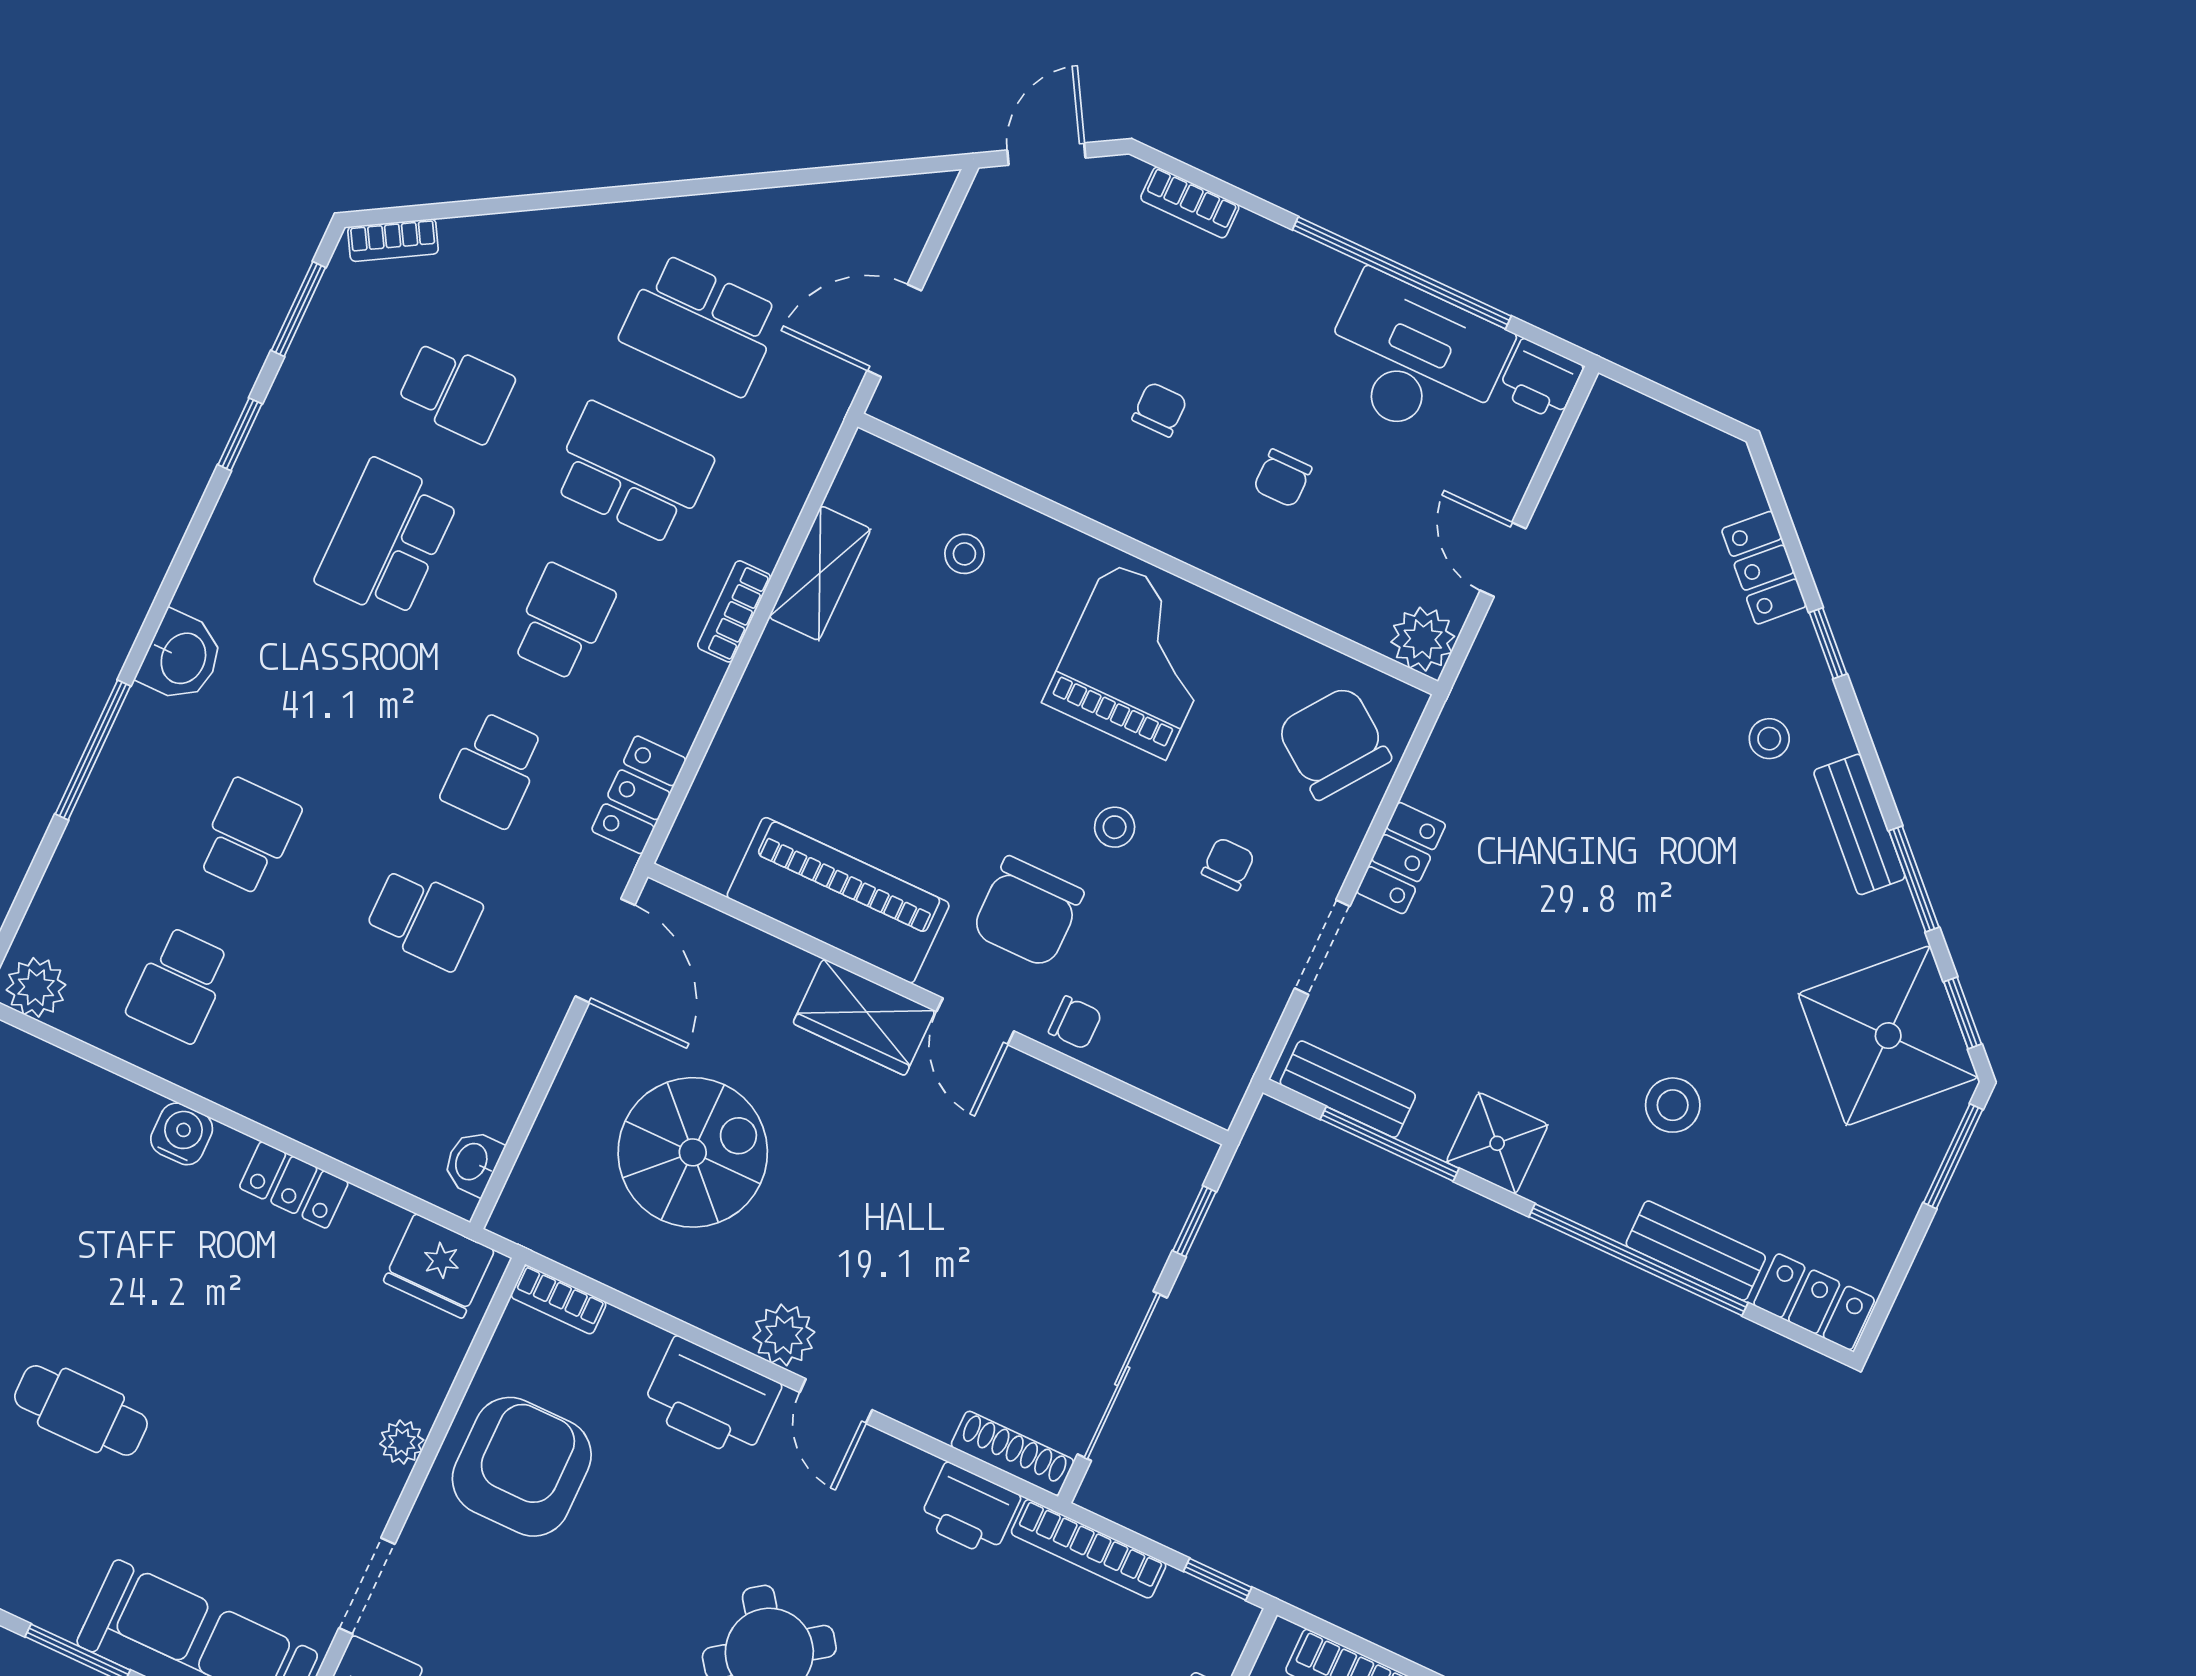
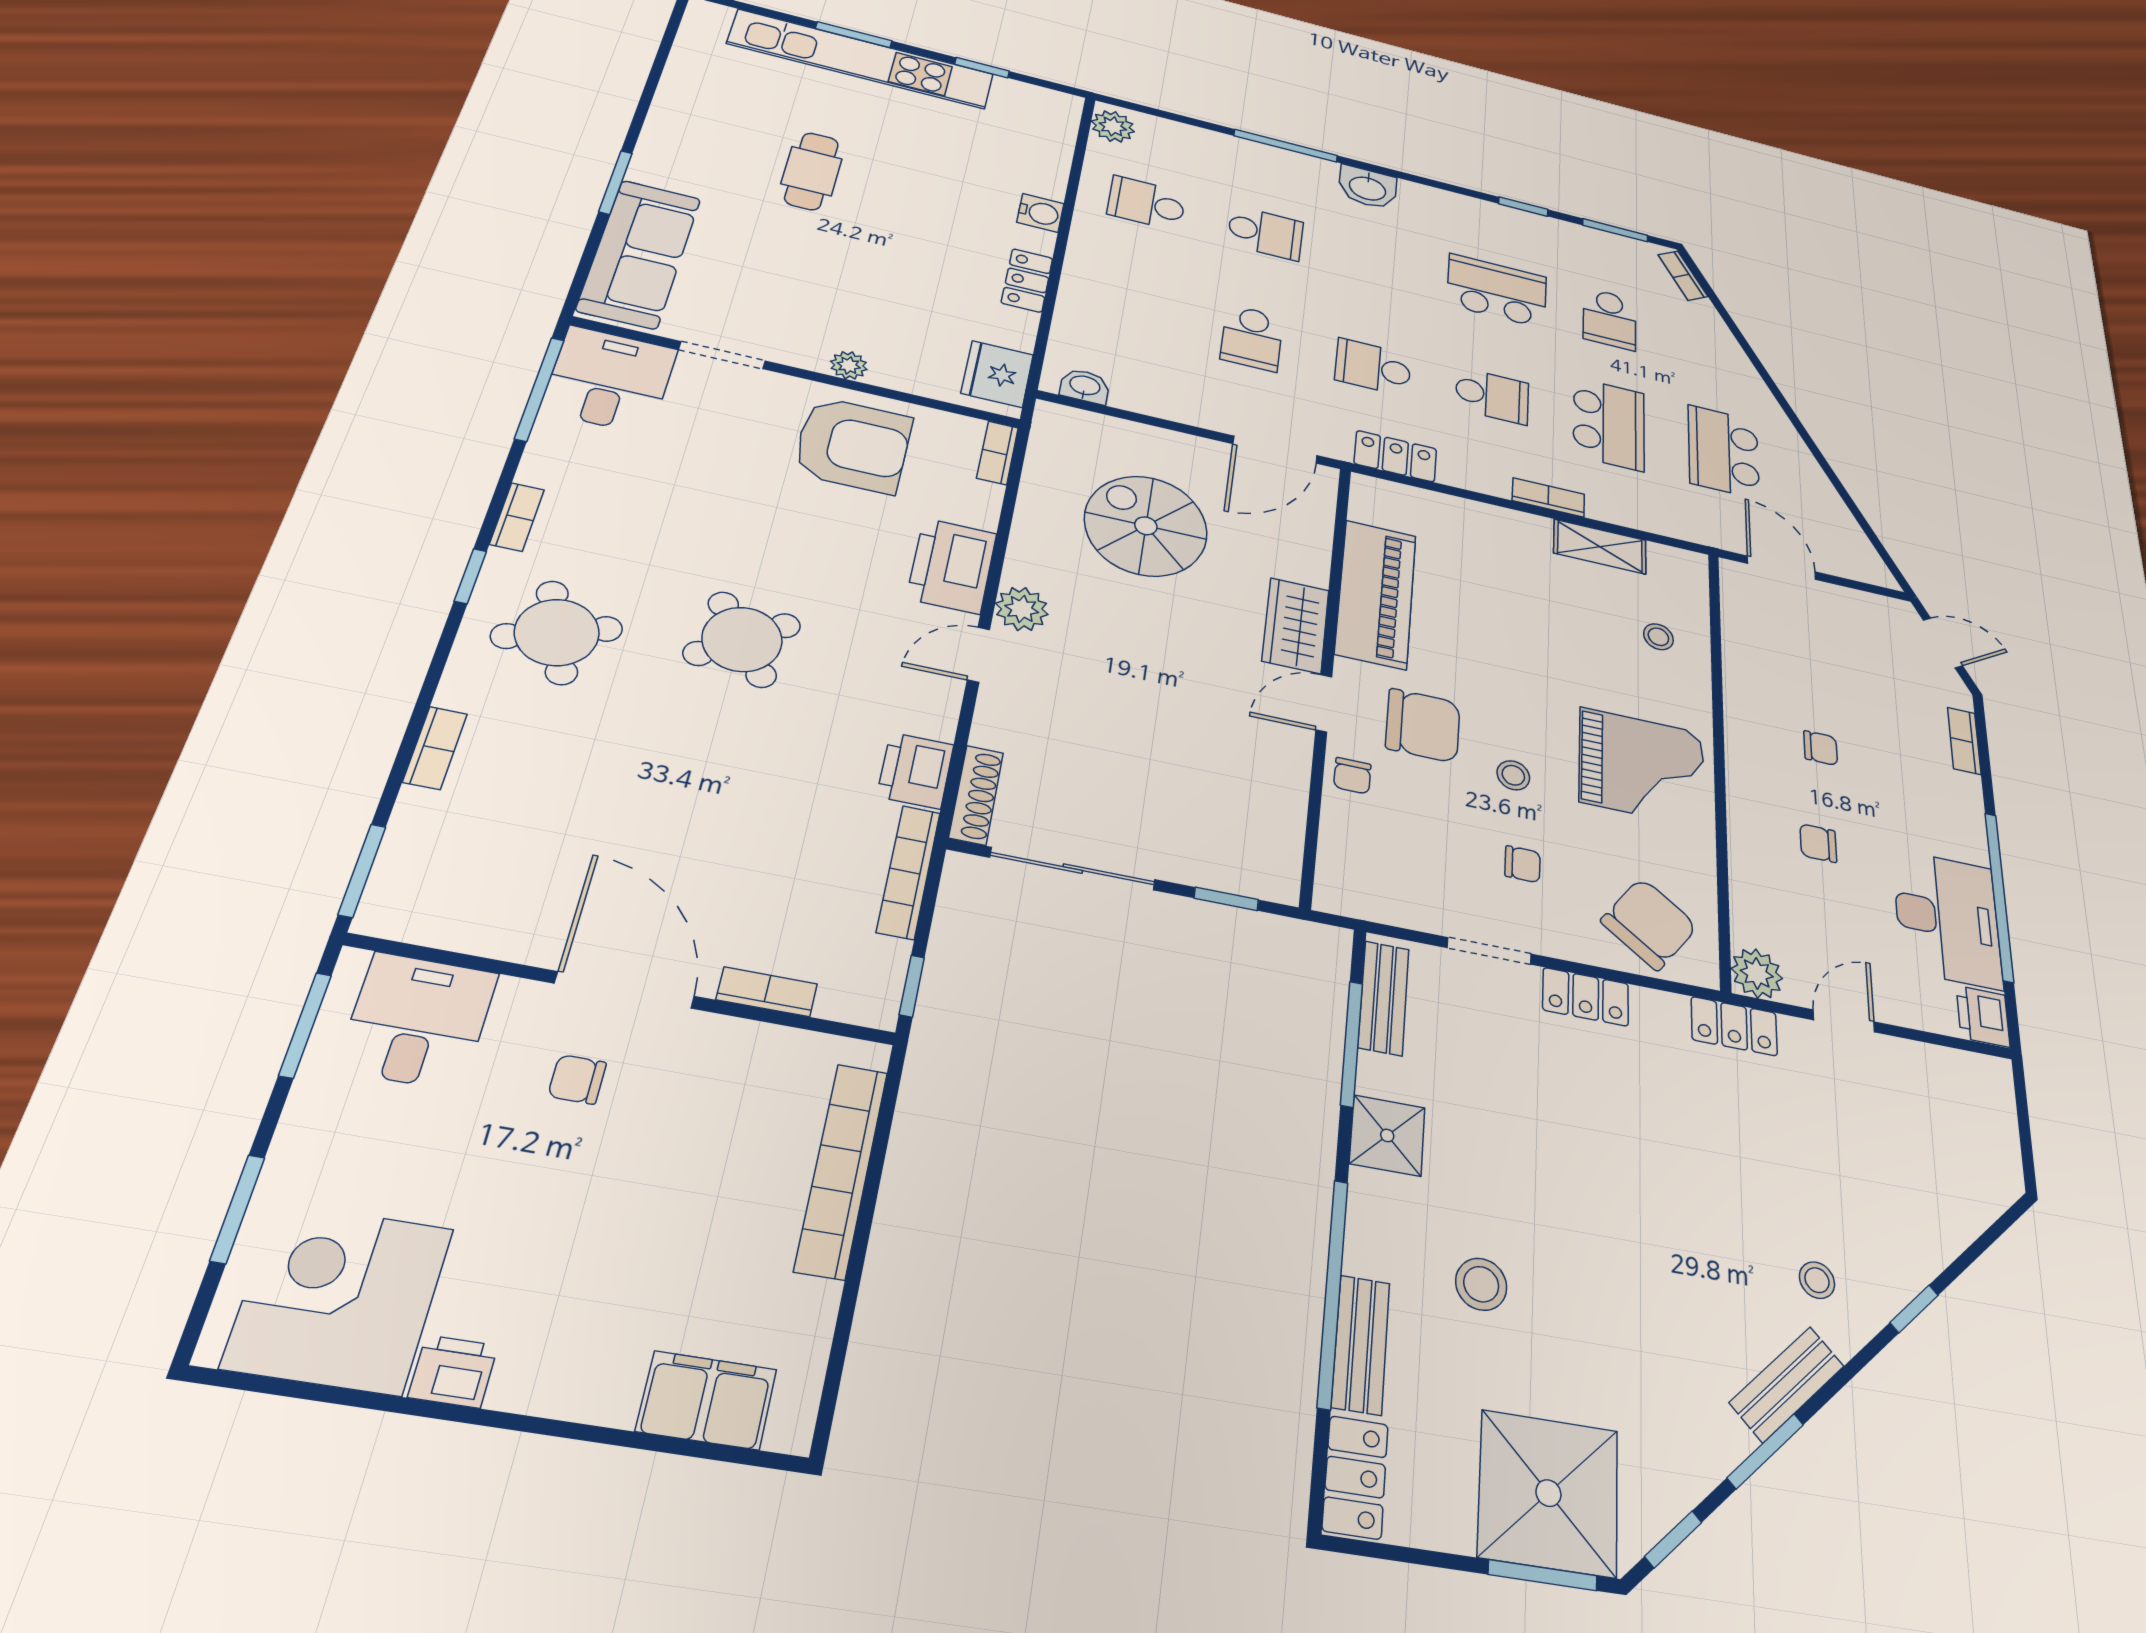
locker: (1764, 568) -> (1734, 1026), moved, turned -135
chair: (1028, 912) -> (1423, 725), turned 180
shower: (1888, 1036) -> (1548, 1493), moved, turned 45
spiral stairs: (693, 1152) -> (1146, 526), turned 180

